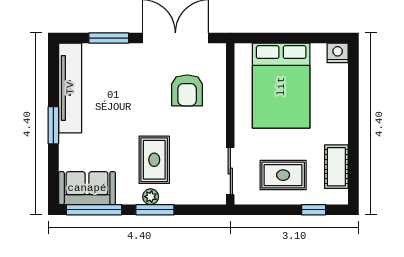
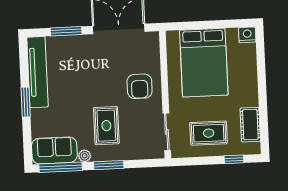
armchair: (187, 90) -> (140, 86), moved
plant: (151, 197) -> (85, 156), moved

